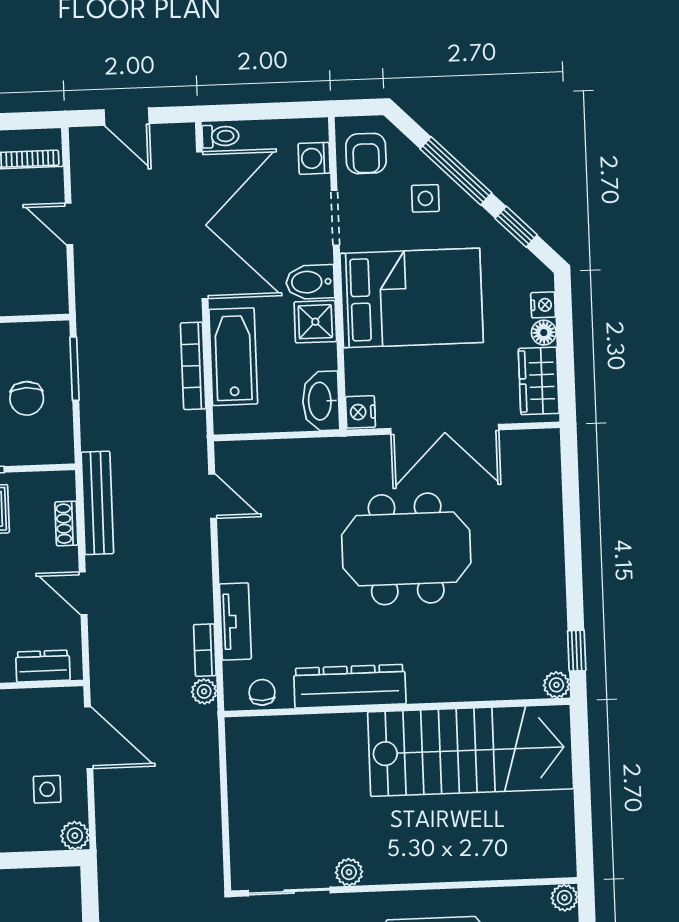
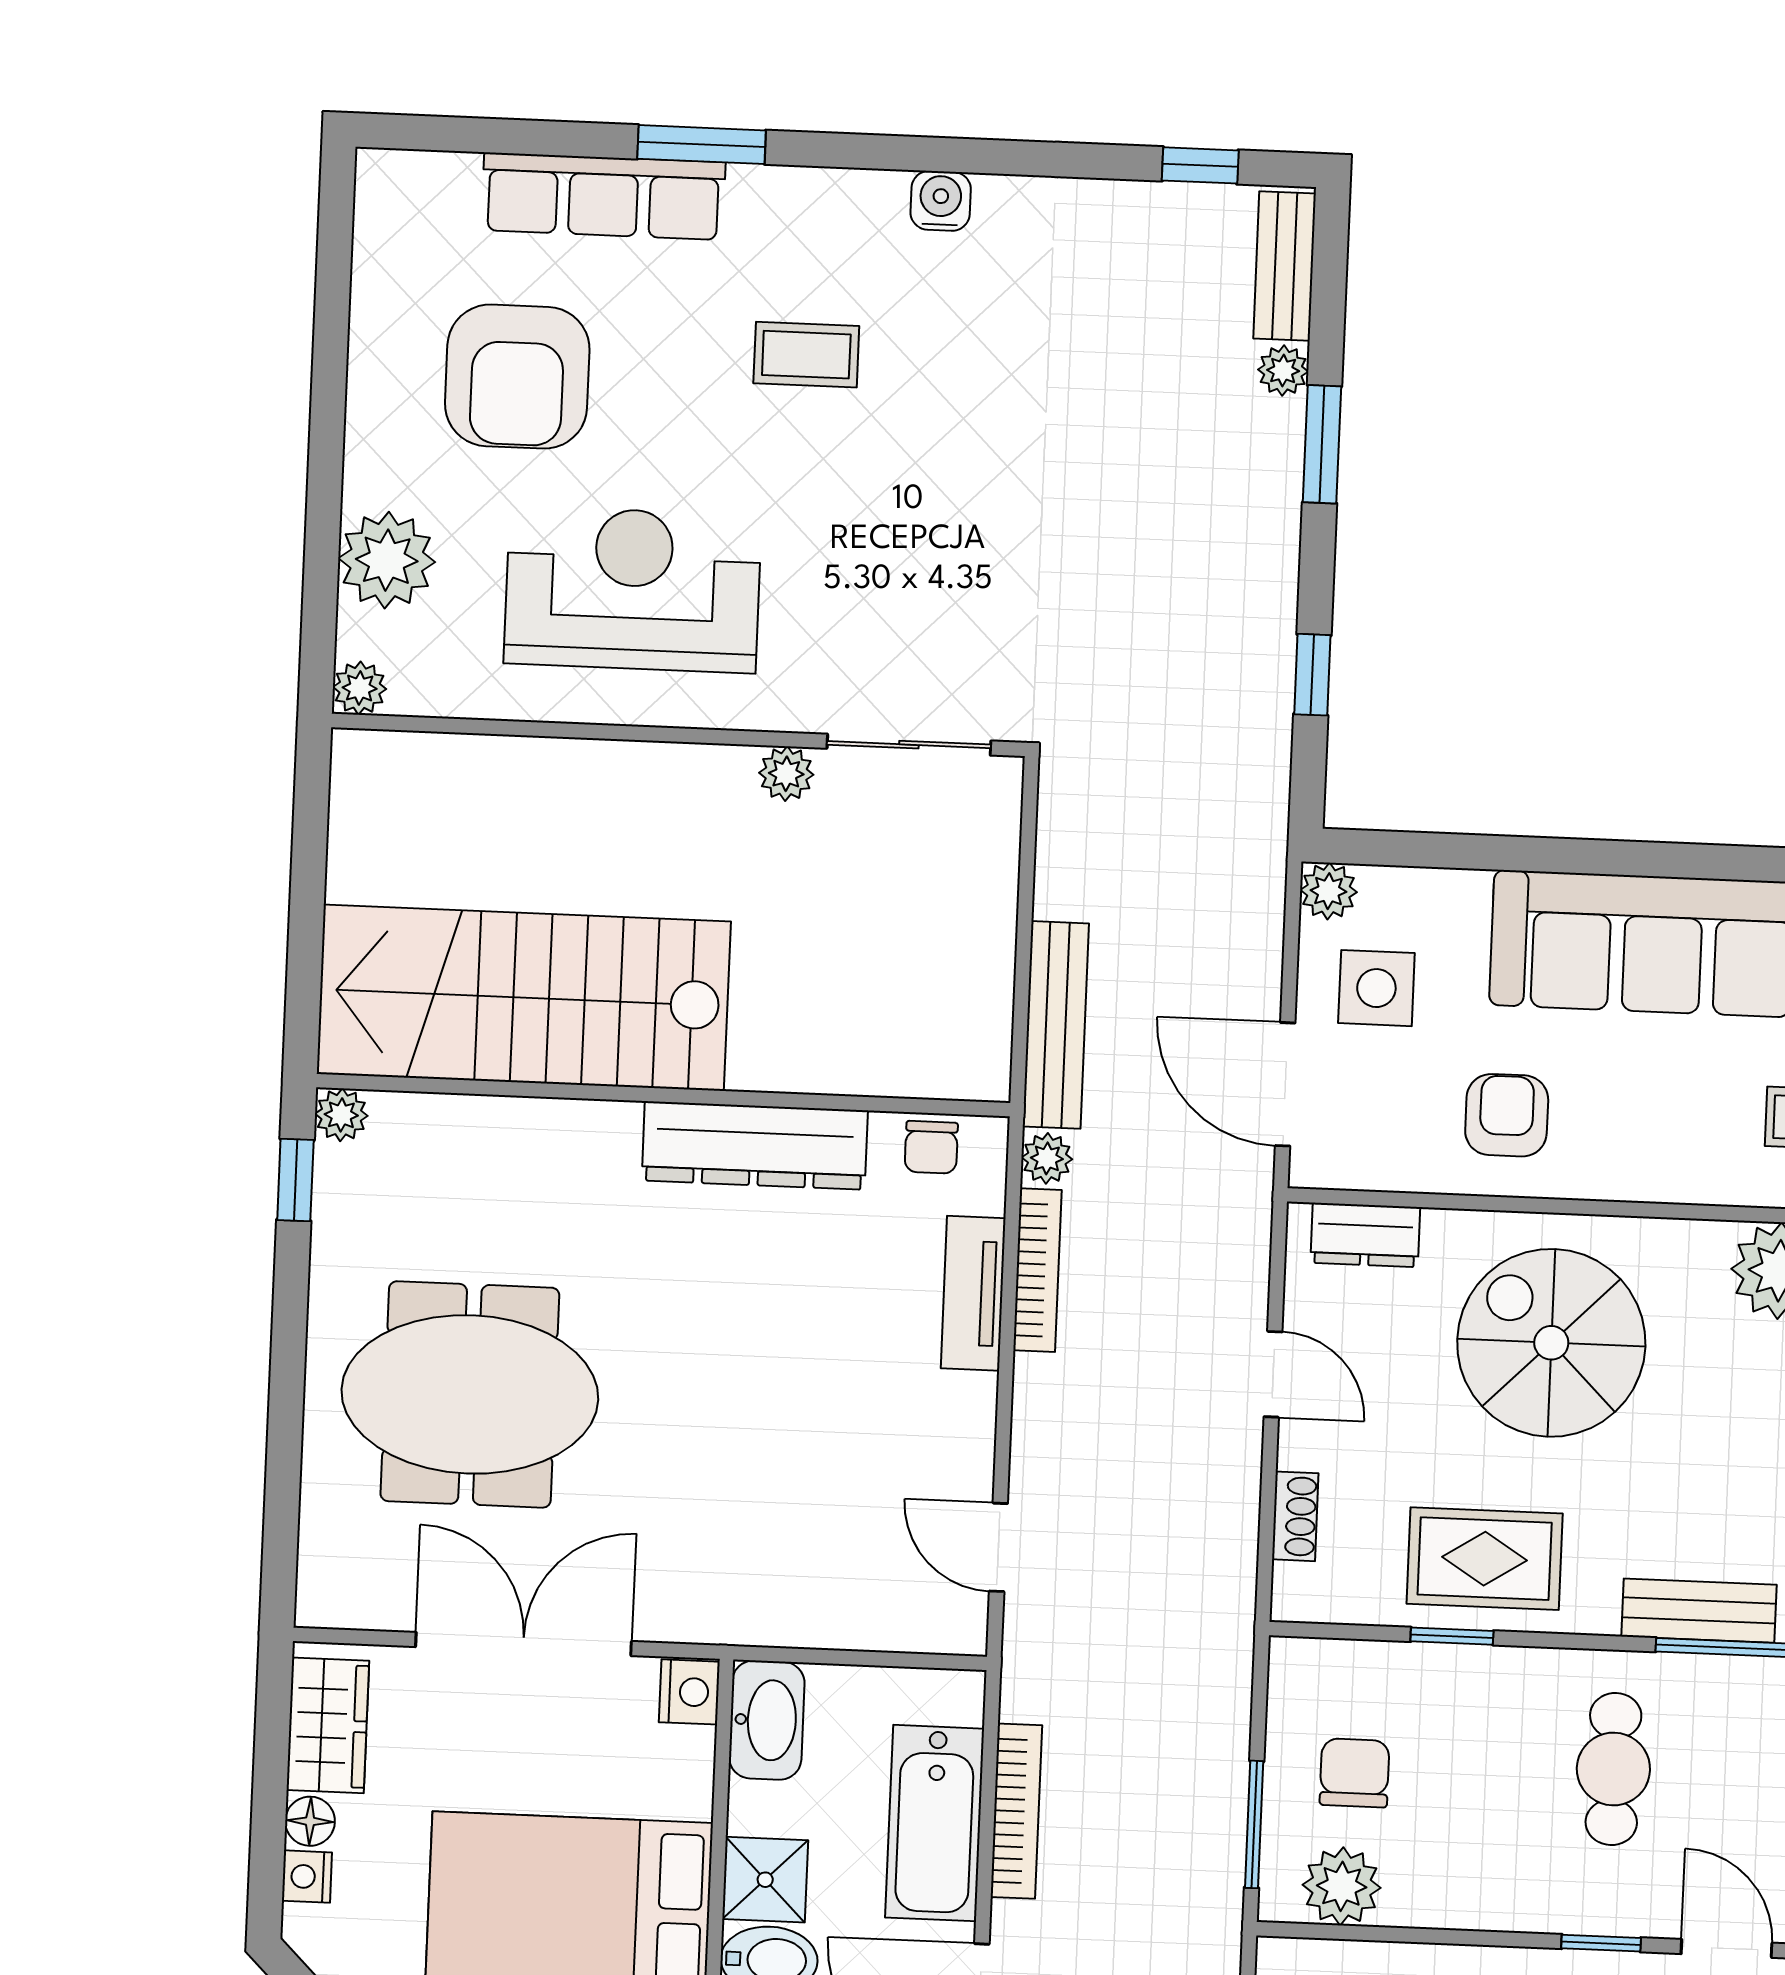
plant: (29, 341) -> (1342, 1886), added
bench: (97, 503) -> (1056, 1025), moved
meeting table: (406, 549) -> (470, 1394), moved
bookcase: (205, 650) -> (1038, 1270), width x1.56
side table: (47, 789) -> (1376, 988), width x1.37, depth x1.37

